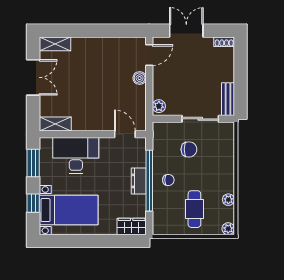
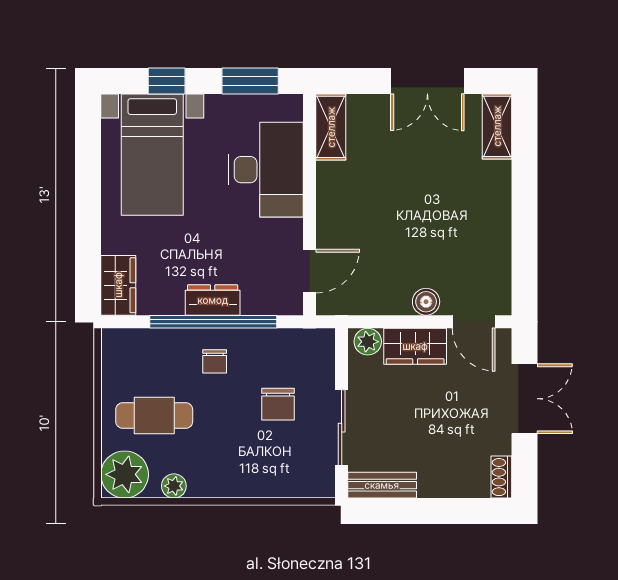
wardrobe: (161, 83) -> (415, 346), added
plant: (228, 229) -> (125, 474), width x1.88, depth x1.88

